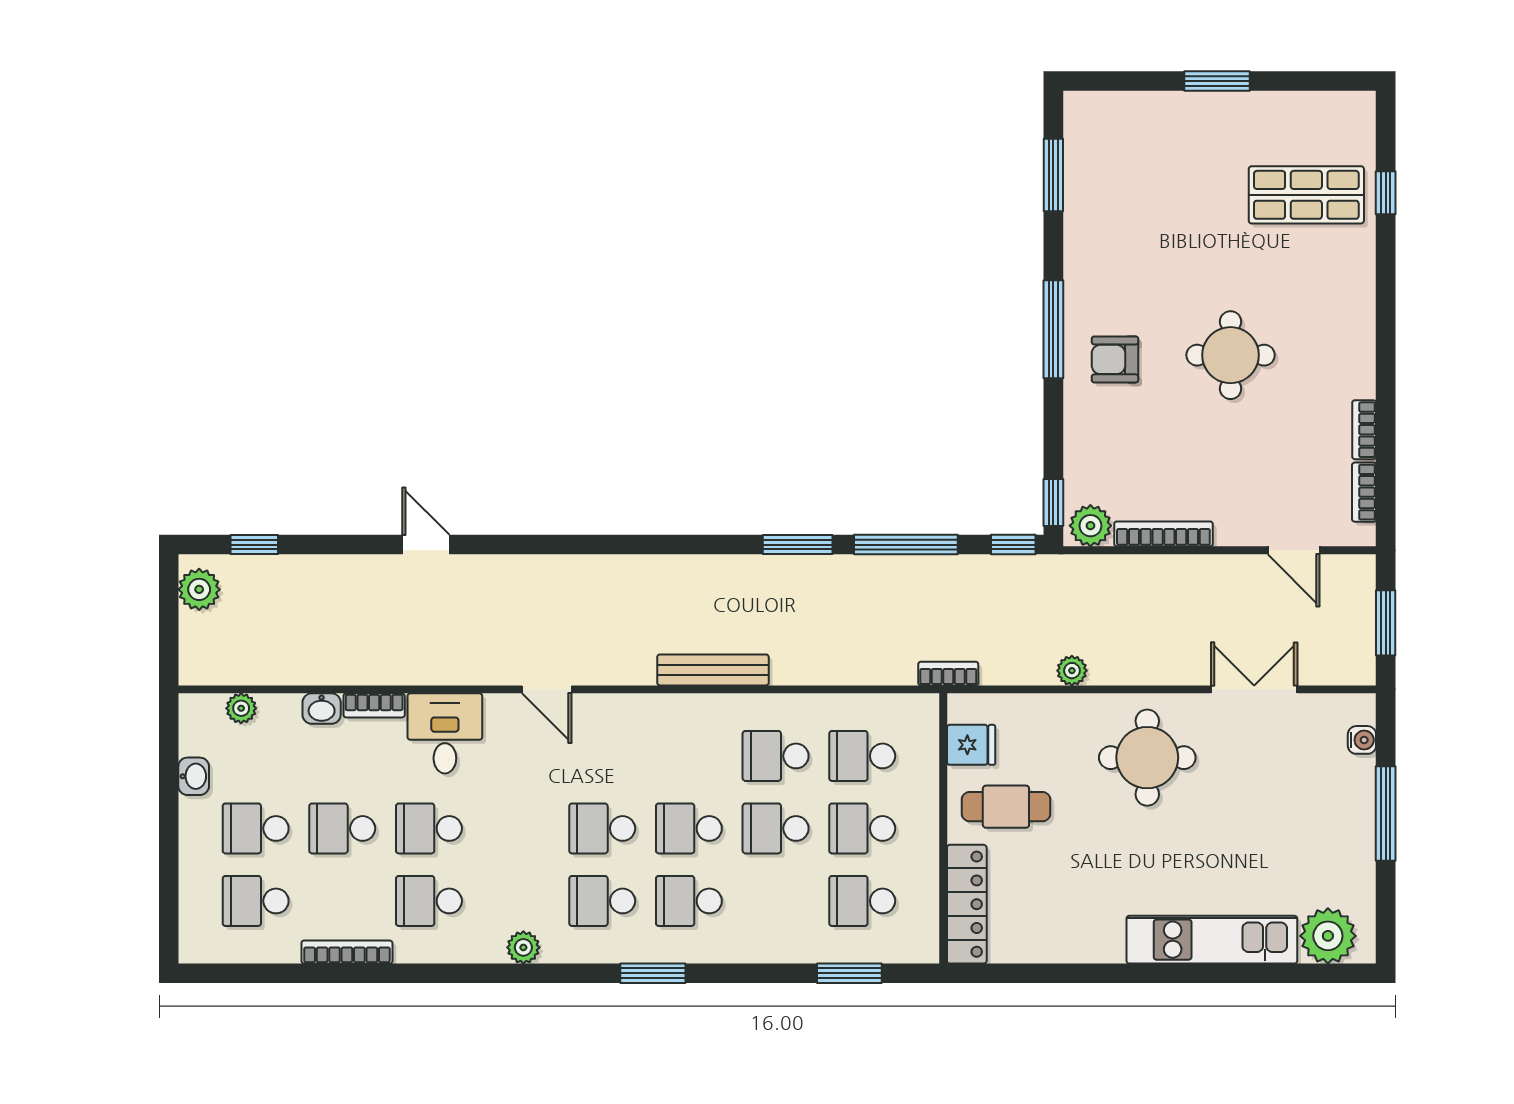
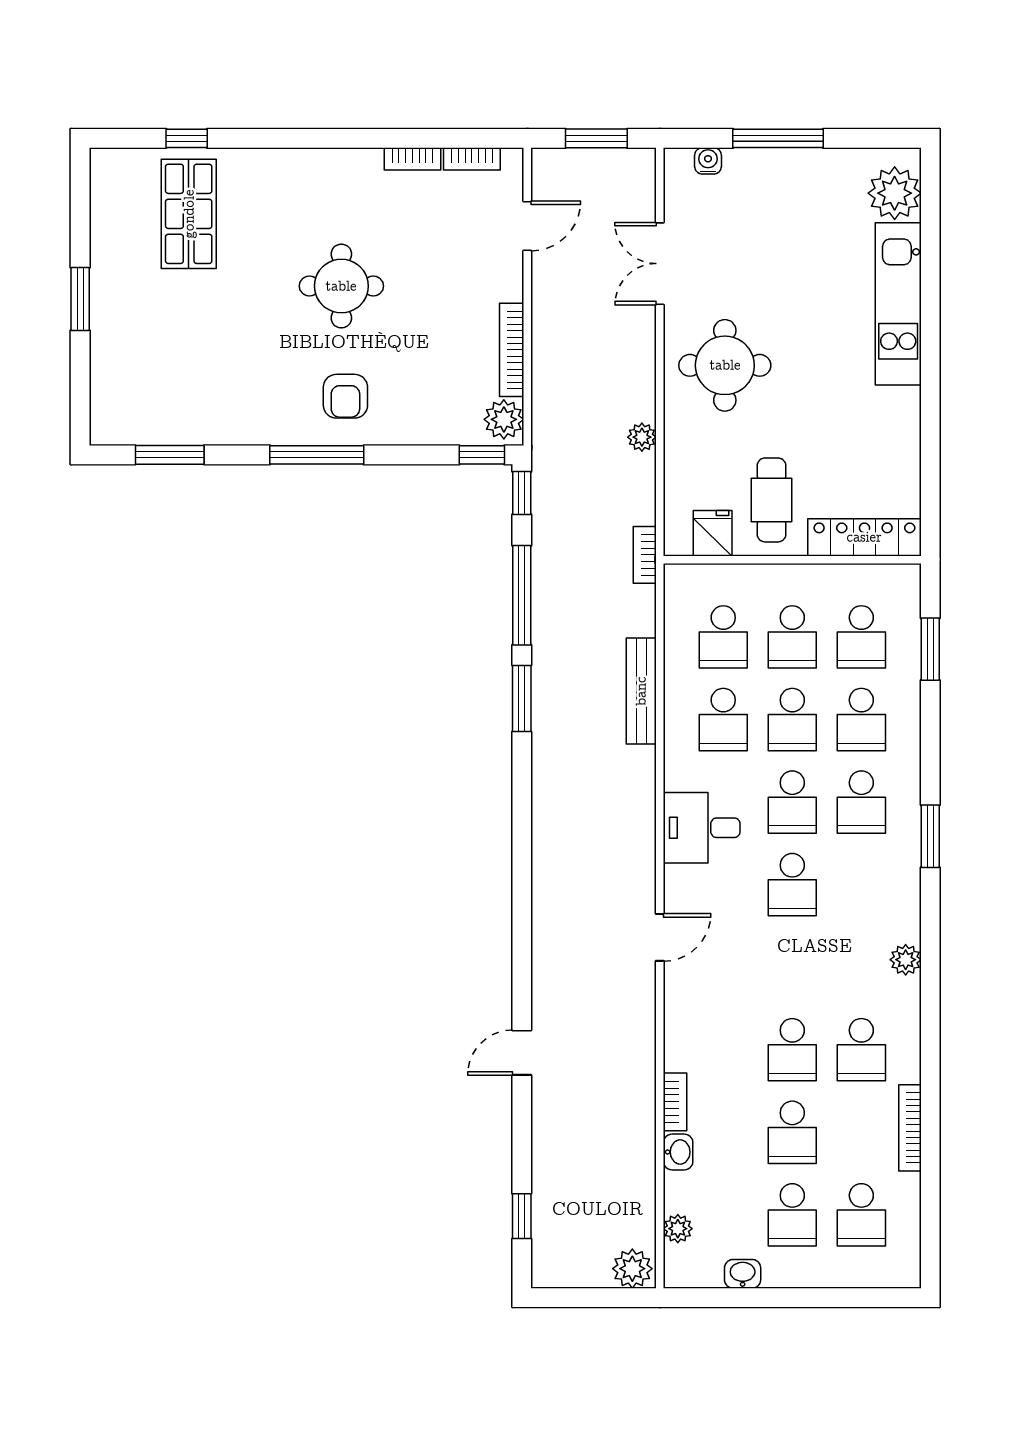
plant: (199, 589) -> (632, 1269), moved
bench: (713, 670) -> (641, 691), moved
desk: (445, 733) -> (702, 828), moved
school desk: (602, 901) -> (861, 719), moved

